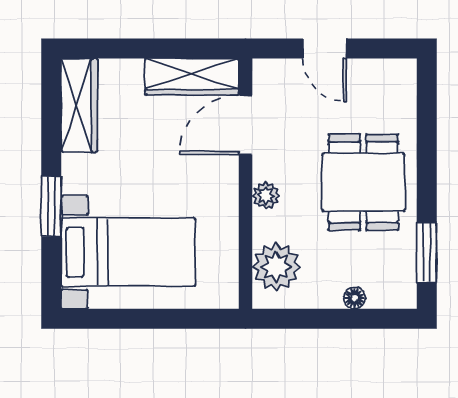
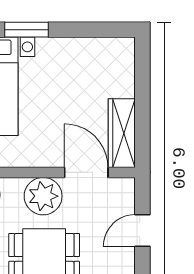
wardrobe: (79, 105) -> (101, 50), removed
plant: (266, 196) -> (43, 196), width x1.88, depth x1.88

